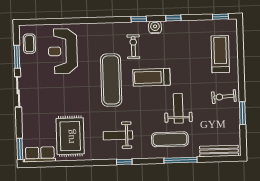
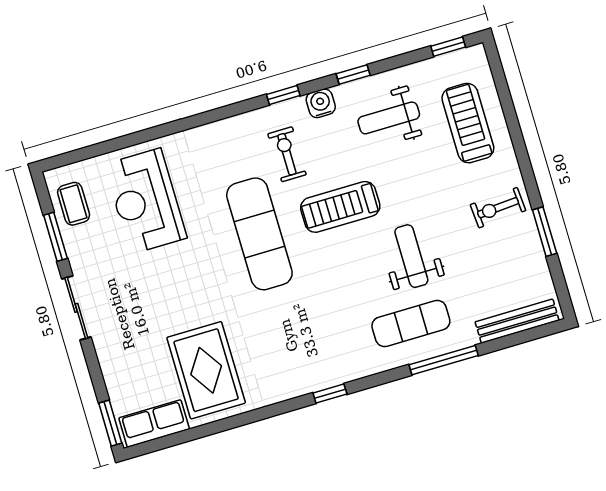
weight bench: (118, 135) -> (389, 118), moved

